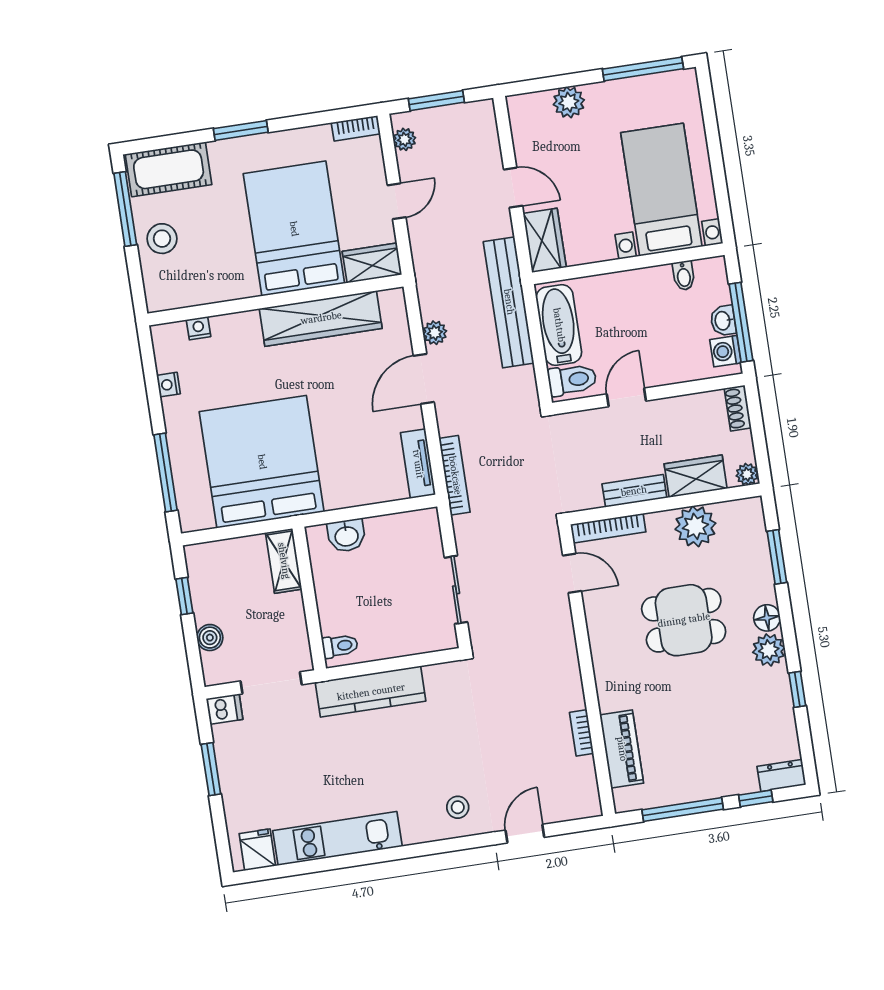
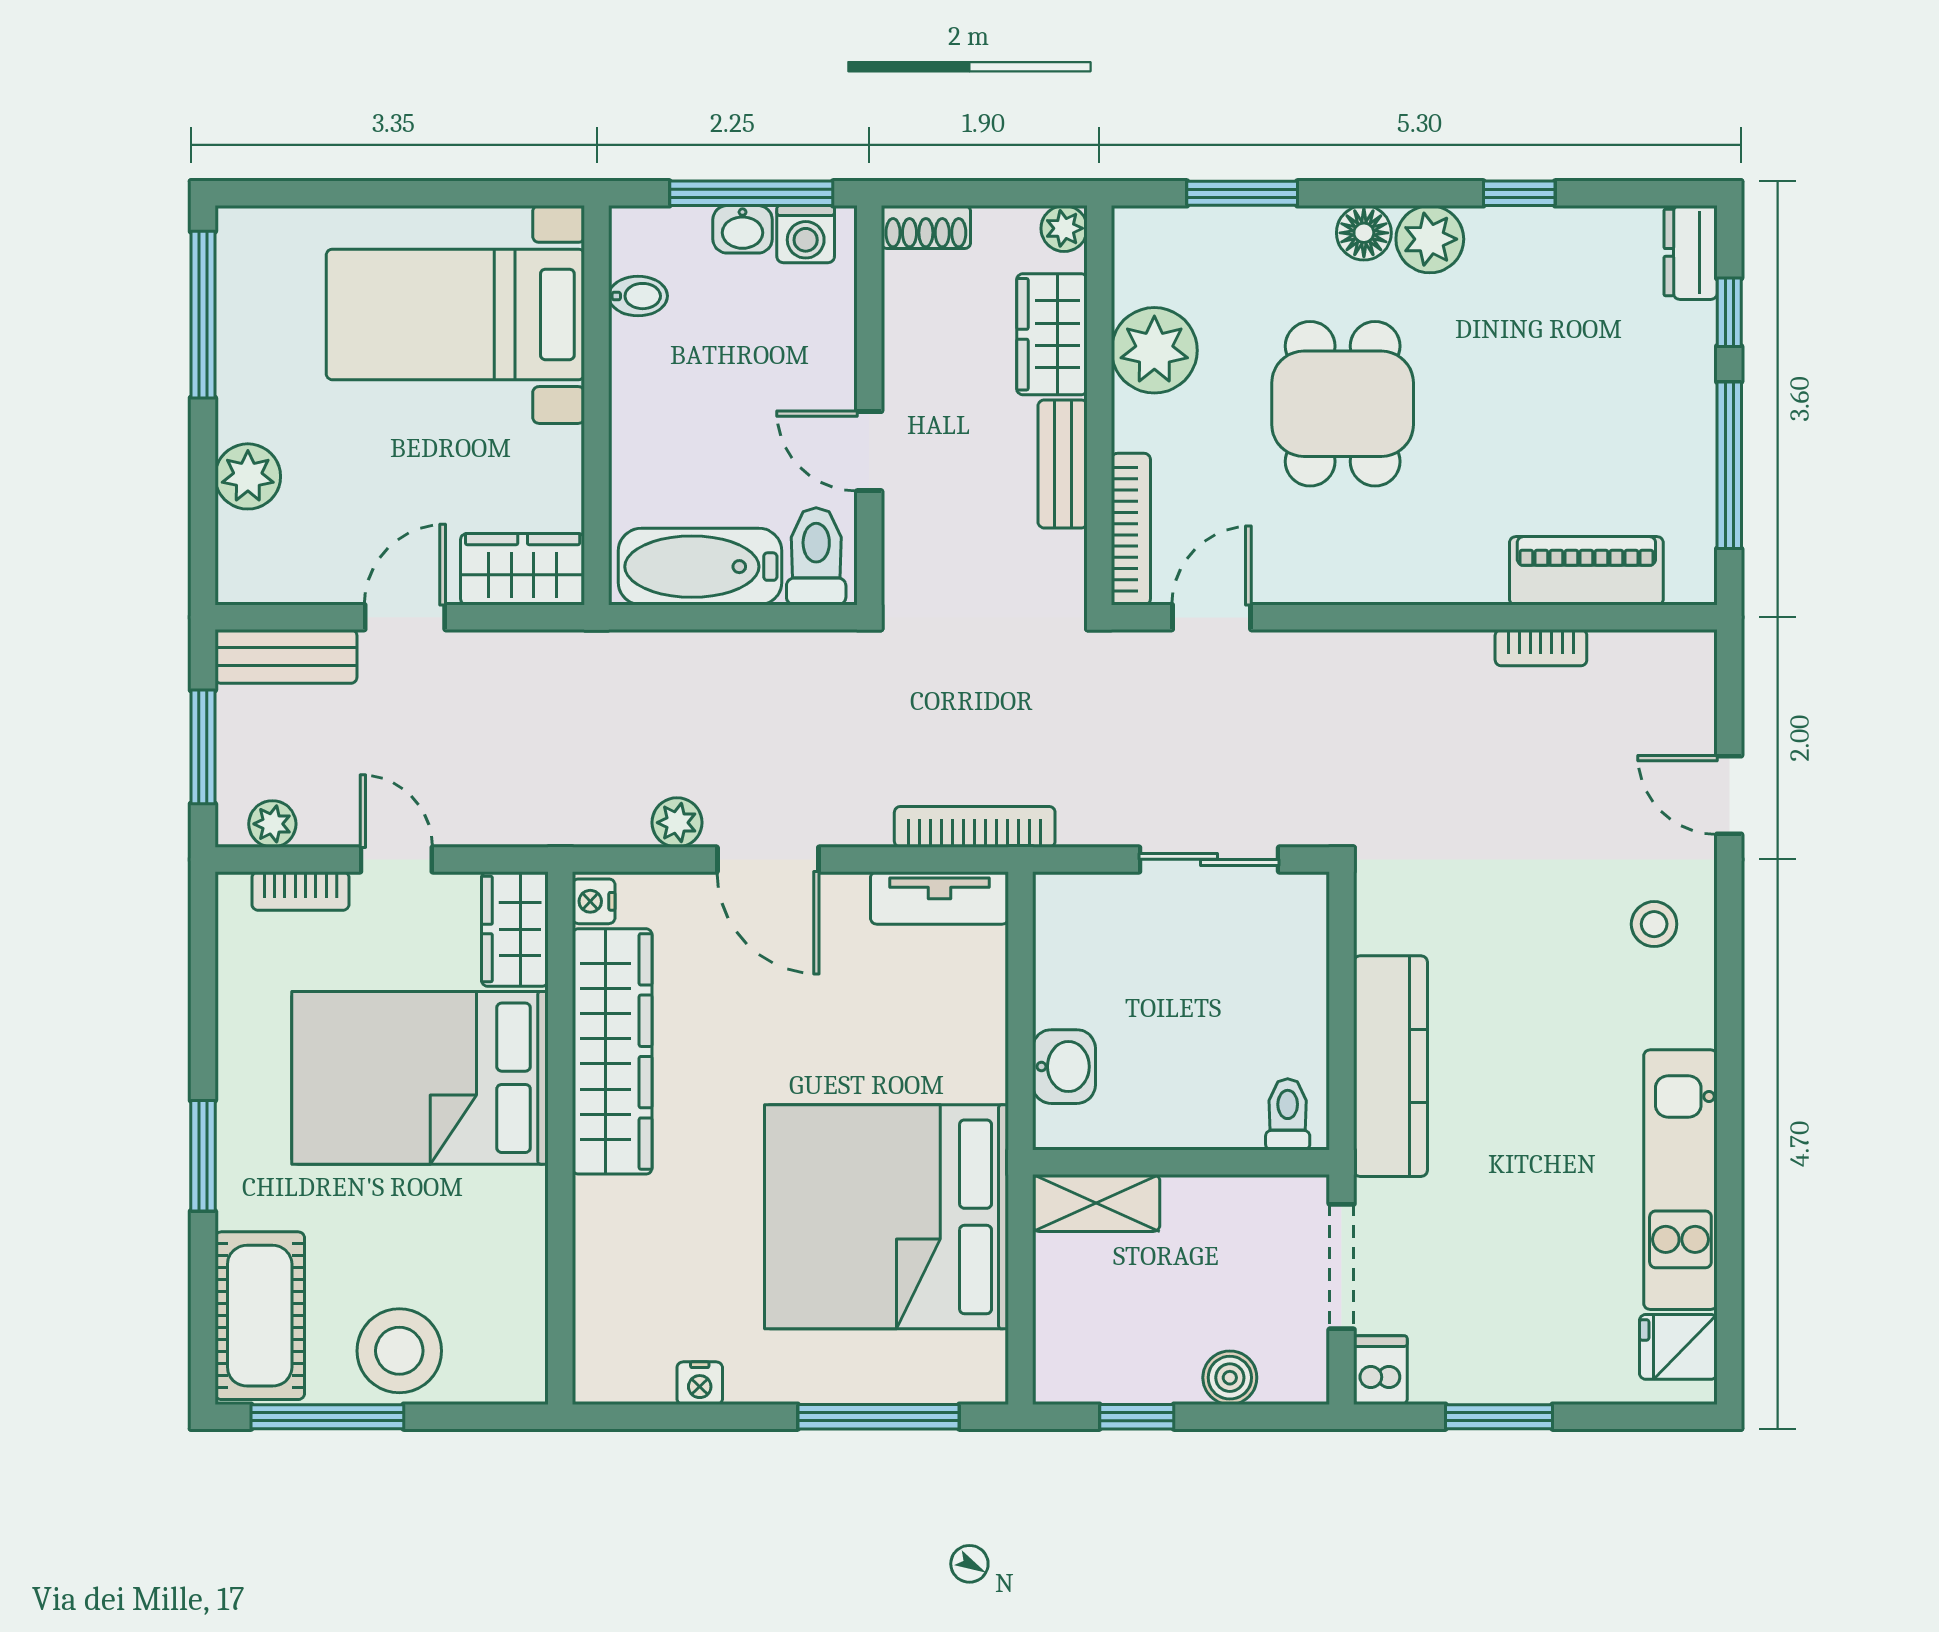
bookcase: (356, 128) -> (300, 891), moved, turned 90
stool: (162, 239) -> (399, 1351), width x1.38, depth x1.38
bench: (509, 302) -> (286, 656), moved, width x0.54, depth x0.82
nightstand: (198, 328) -> (594, 901), moved

